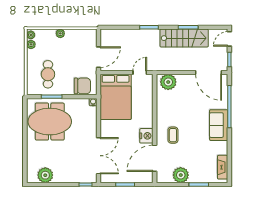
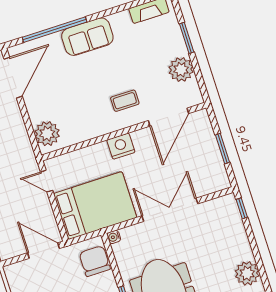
nightstand: (146, 136) -> (121, 146), moved
double door: (99, 156) -> (170, 210), moved
door: (155, 158) -> (168, 117), hinge flipped

